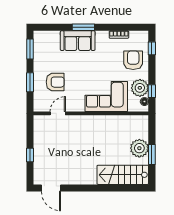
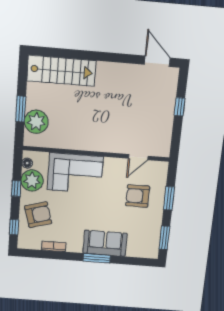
armchair: (133, 60) -> (38, 215), turned -106
window: (152, 91) -> (16, 188), moved
plant: (139, 148) -> (36, 122), moved
window: (152, 155) -> (21, 109), moved

